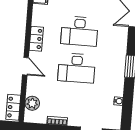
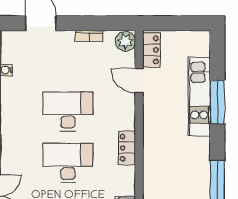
door: (25, 66) -> (139, 81), moved
plant: (32, 103) -> (125, 41), moved

